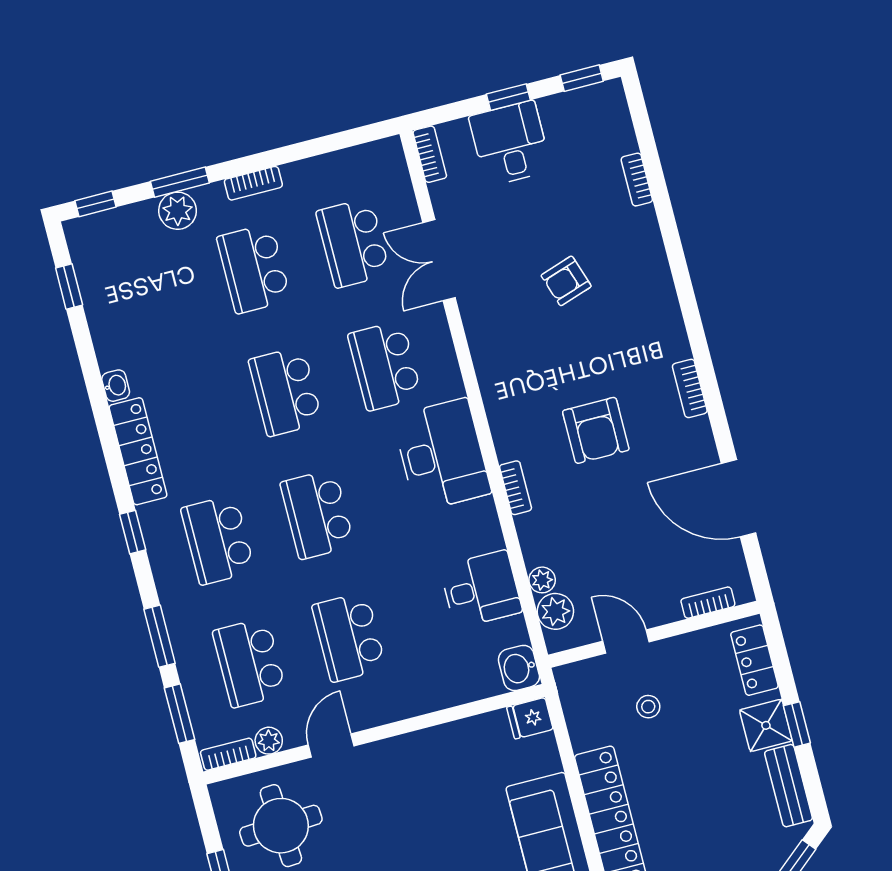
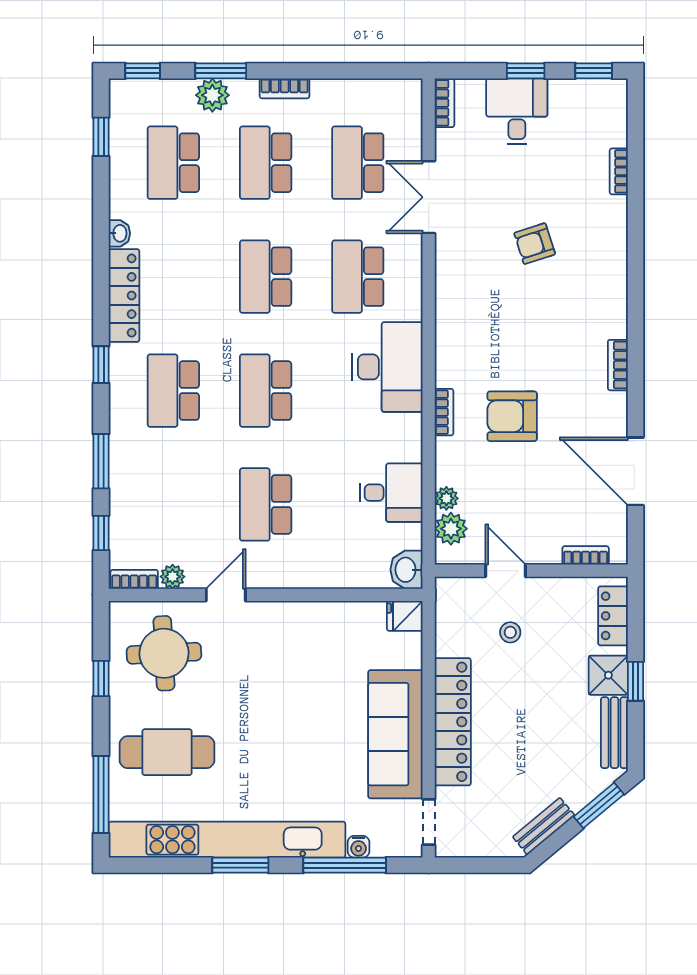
armchair: (596, 430) -> (512, 416), moved, turned 90
school desk: (250, 663) -> (173, 163), moved
window: (179, 714) -> (101, 533), width x0.67

